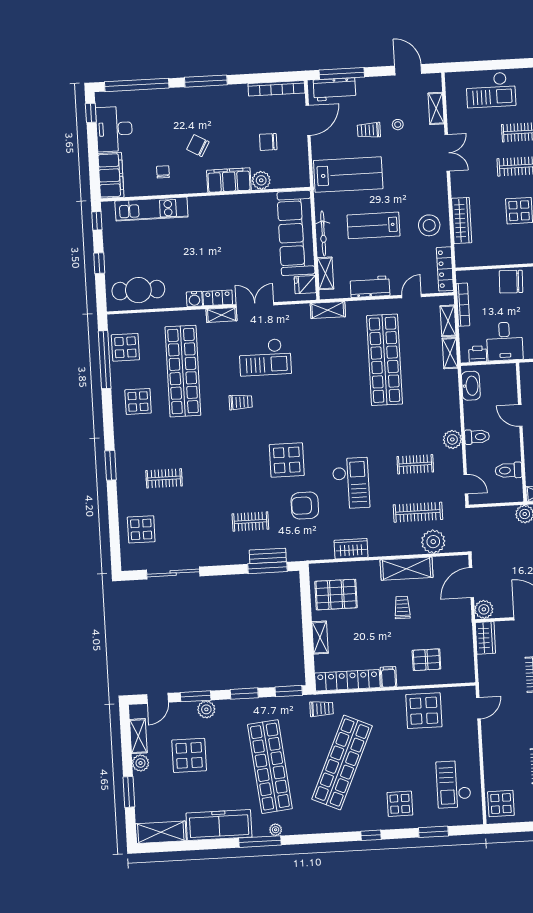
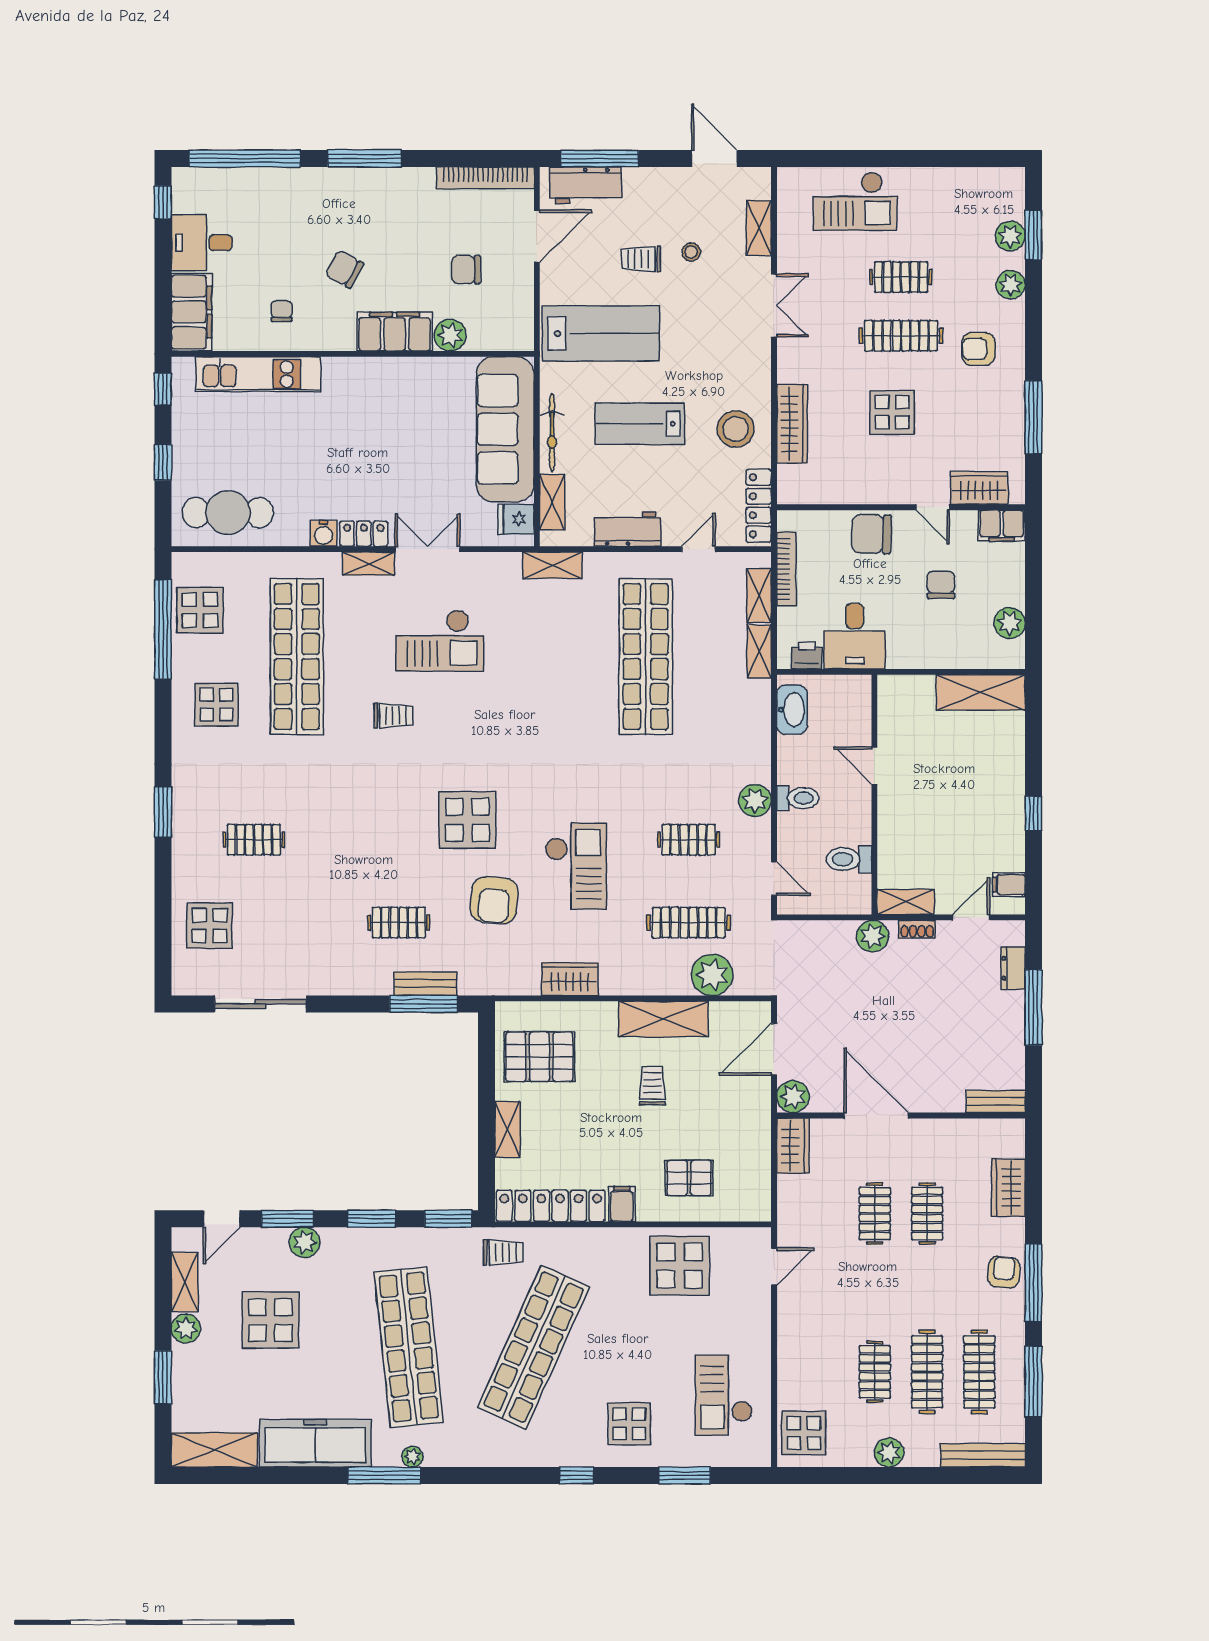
desk: (114, 129) -> (202, 243), width x0.73
armchair: (305, 506) -> (494, 900), turned -85

